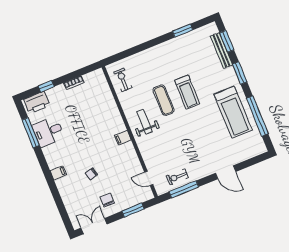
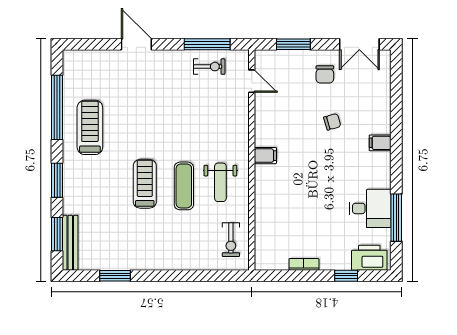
bench: (222, 51) -> (70, 243), moved
treadmill: (233, 112) -> (90, 127), width x0.73, depth x0.73
weight bench: (145, 122) -> (220, 182), moved

